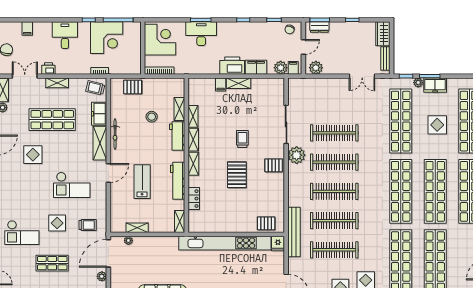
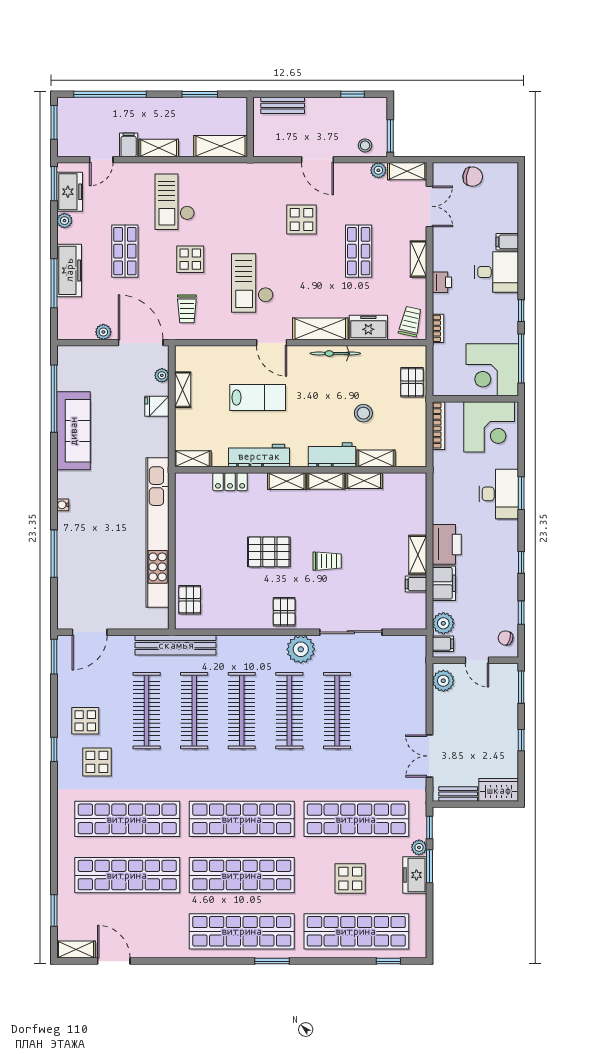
dresser: (319, 27) -> (510, 687), removed
filing cabinet: (27, 28) -> (507, 242), moved
corner desk: (107, 38) -> (492, 370), moved
printer: (48, 69) -> (442, 282), moved
filing cabinet: (221, 84) -> (416, 584), moved
shop shelf: (52, 120) -> (359, 251), width x0.70, depth x0.74
fridge: (278, 243) -> (157, 406), moved

